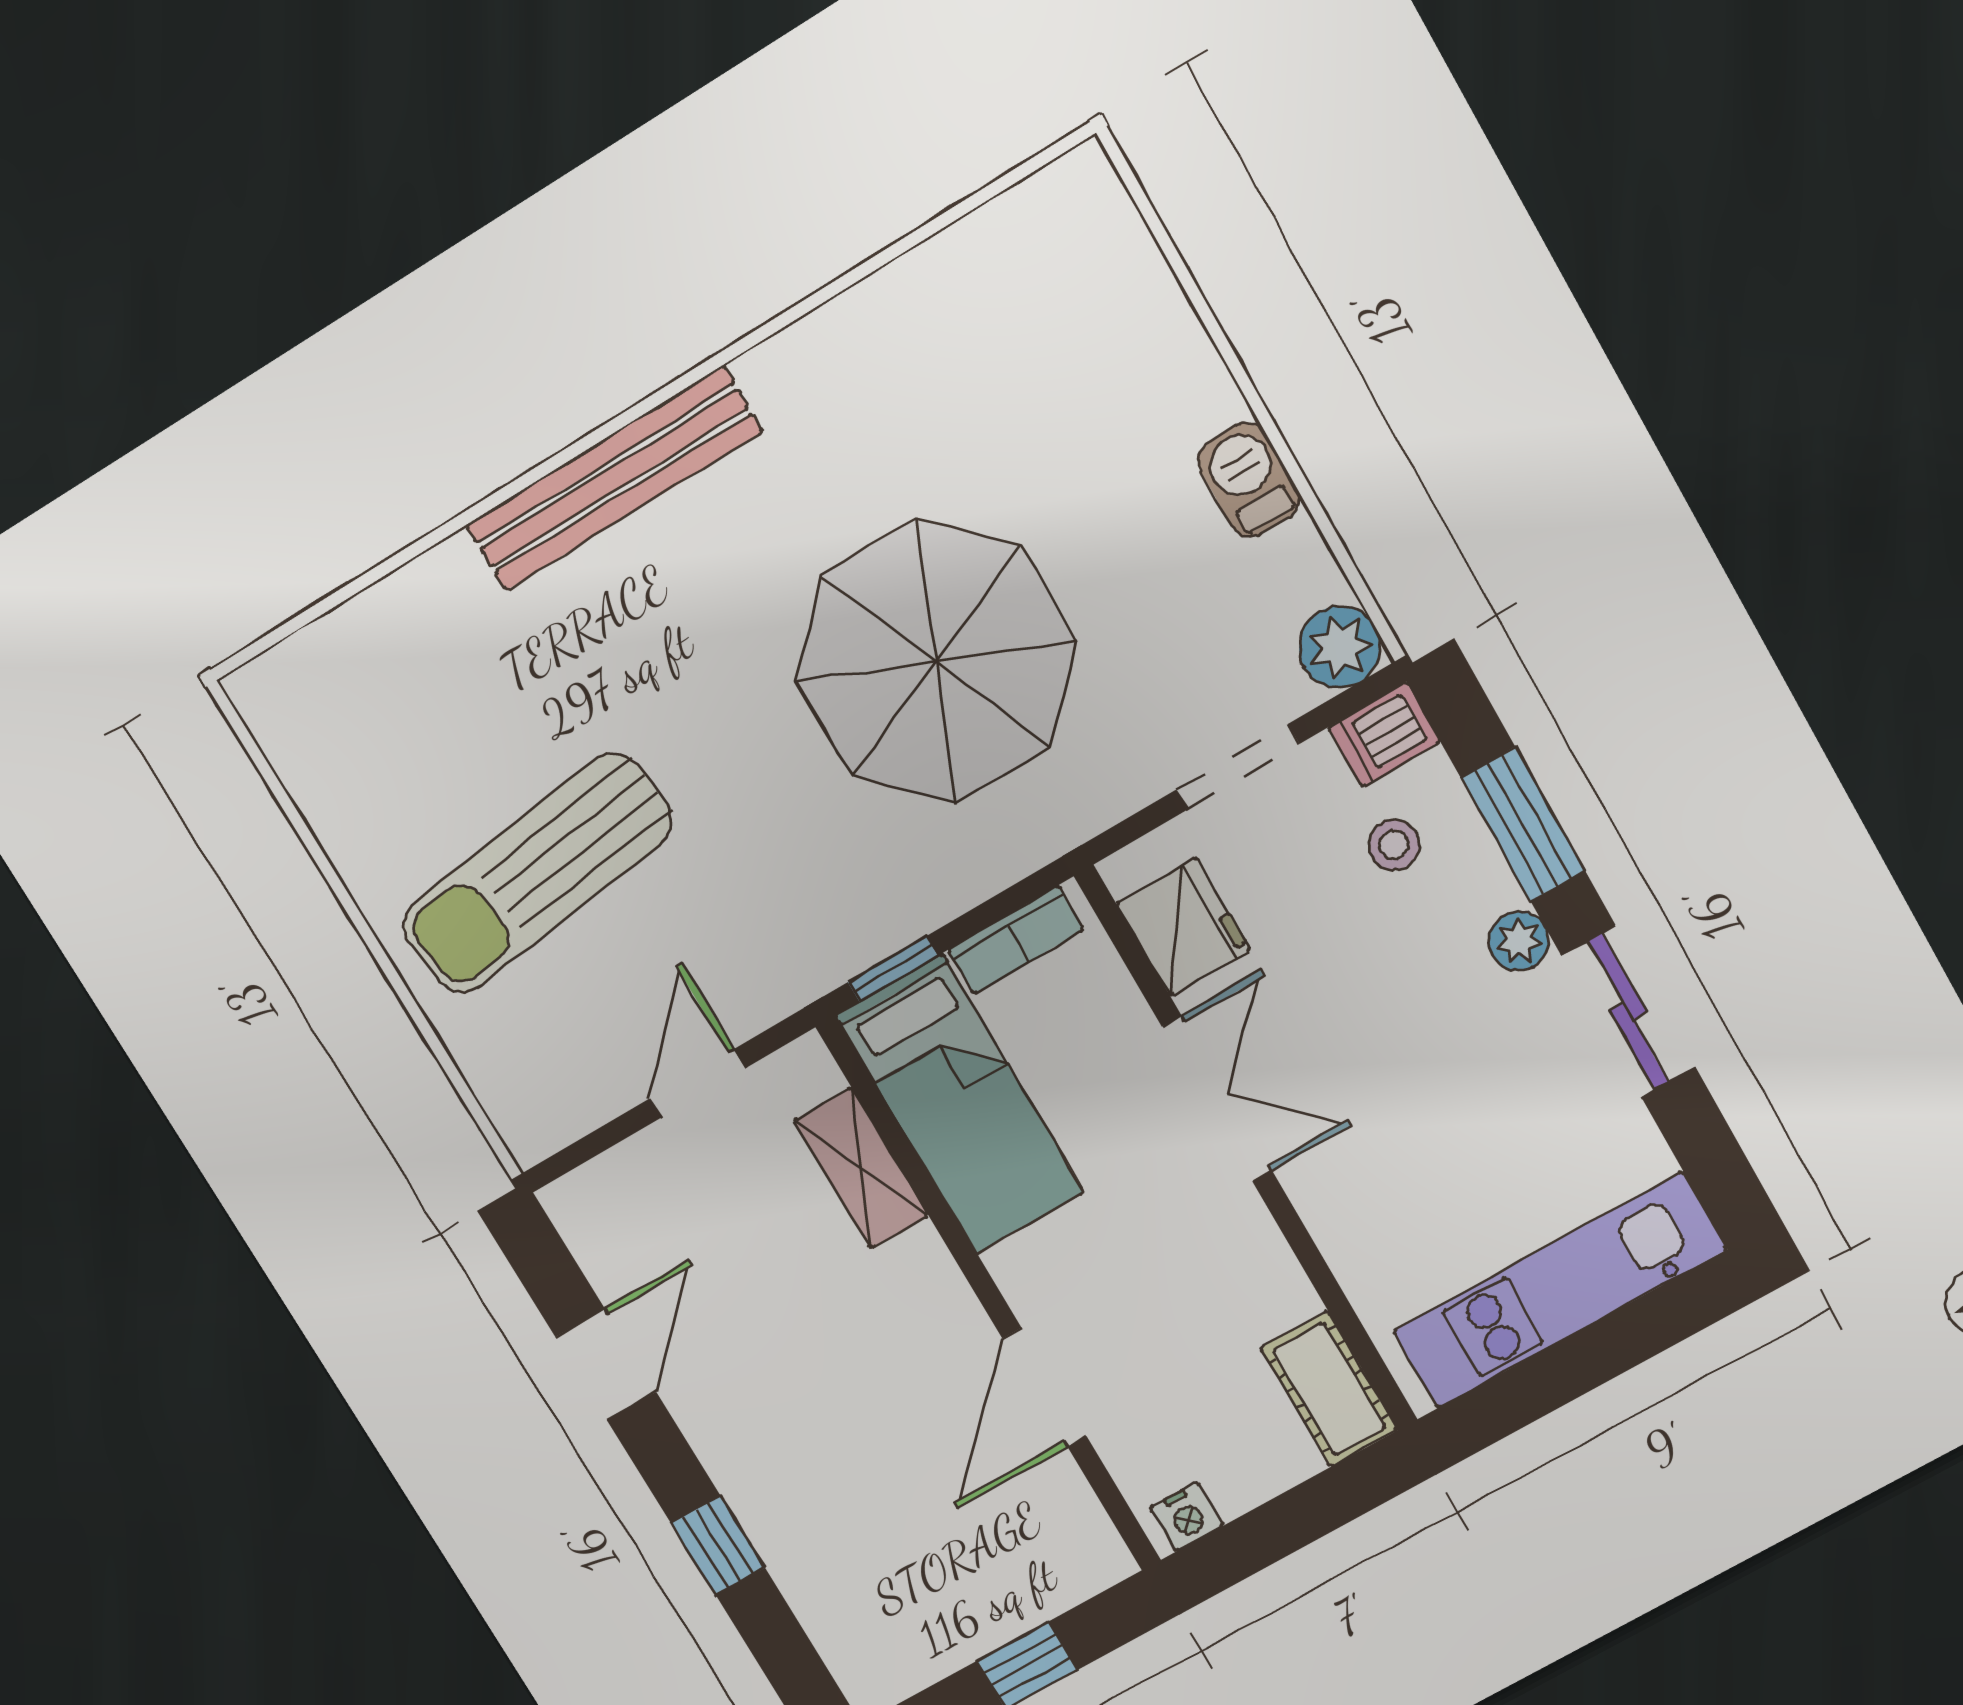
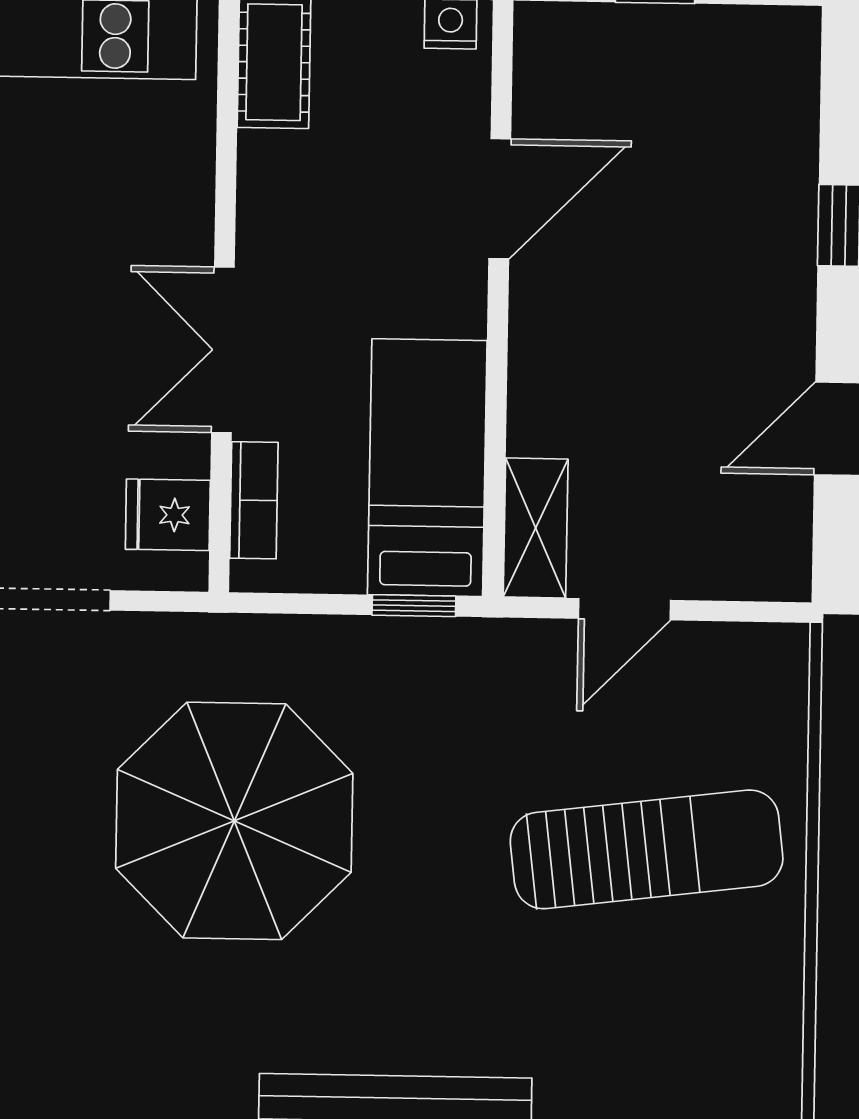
fridge: (1183, 927) -> (168, 515), width x0.72
bookcase: (1016, 940) -> (254, 500), moved, turned 90
shelving: (861, 1168) -> (536, 528), moved

